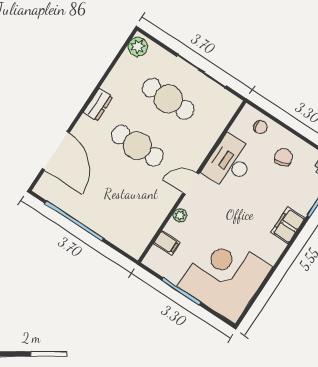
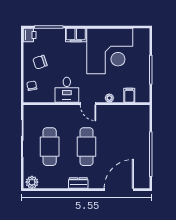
desk: (230, 163) -> (67, 90), width x0.73
corner desk: (225, 277) -> (110, 51), moved, turned -90

